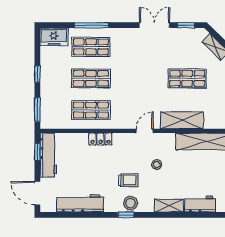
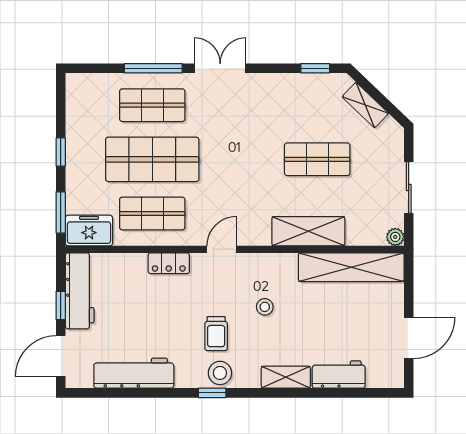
double door: (155, 25) -> (220, 68), moved
freezer: (54, 37) -> (89, 230), moved, turned 180
shop shelf: (91, 78) -> (152, 159), width x1.43, depth x1.36
door: (145, 131) -> (222, 249), moved
window: (37, 152) -> (61, 305), moved
trolley: (128, 180) -> (216, 334), turned 90
door: (37, 193) -> (61, 356), hinge flipped

